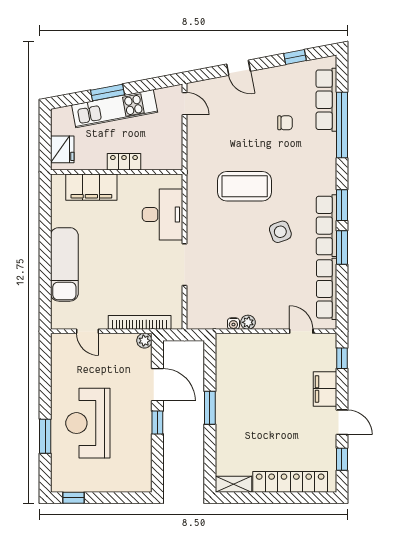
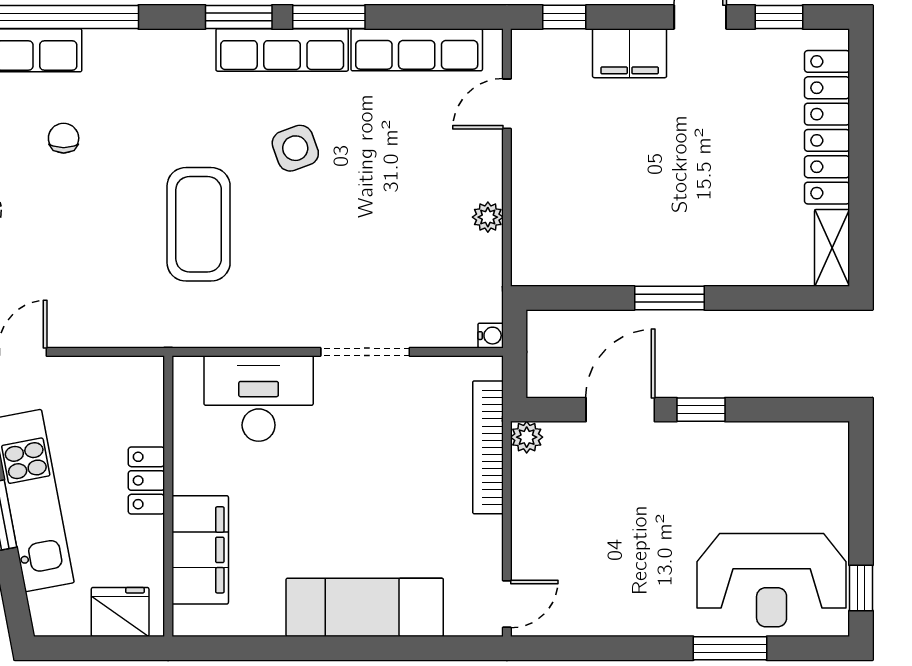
water cooler: (233, 324) -> (491, 336), moved
door: (88, 331) -> (507, 604), moved
reception desk: (88, 423) -> (772, 580), moved

